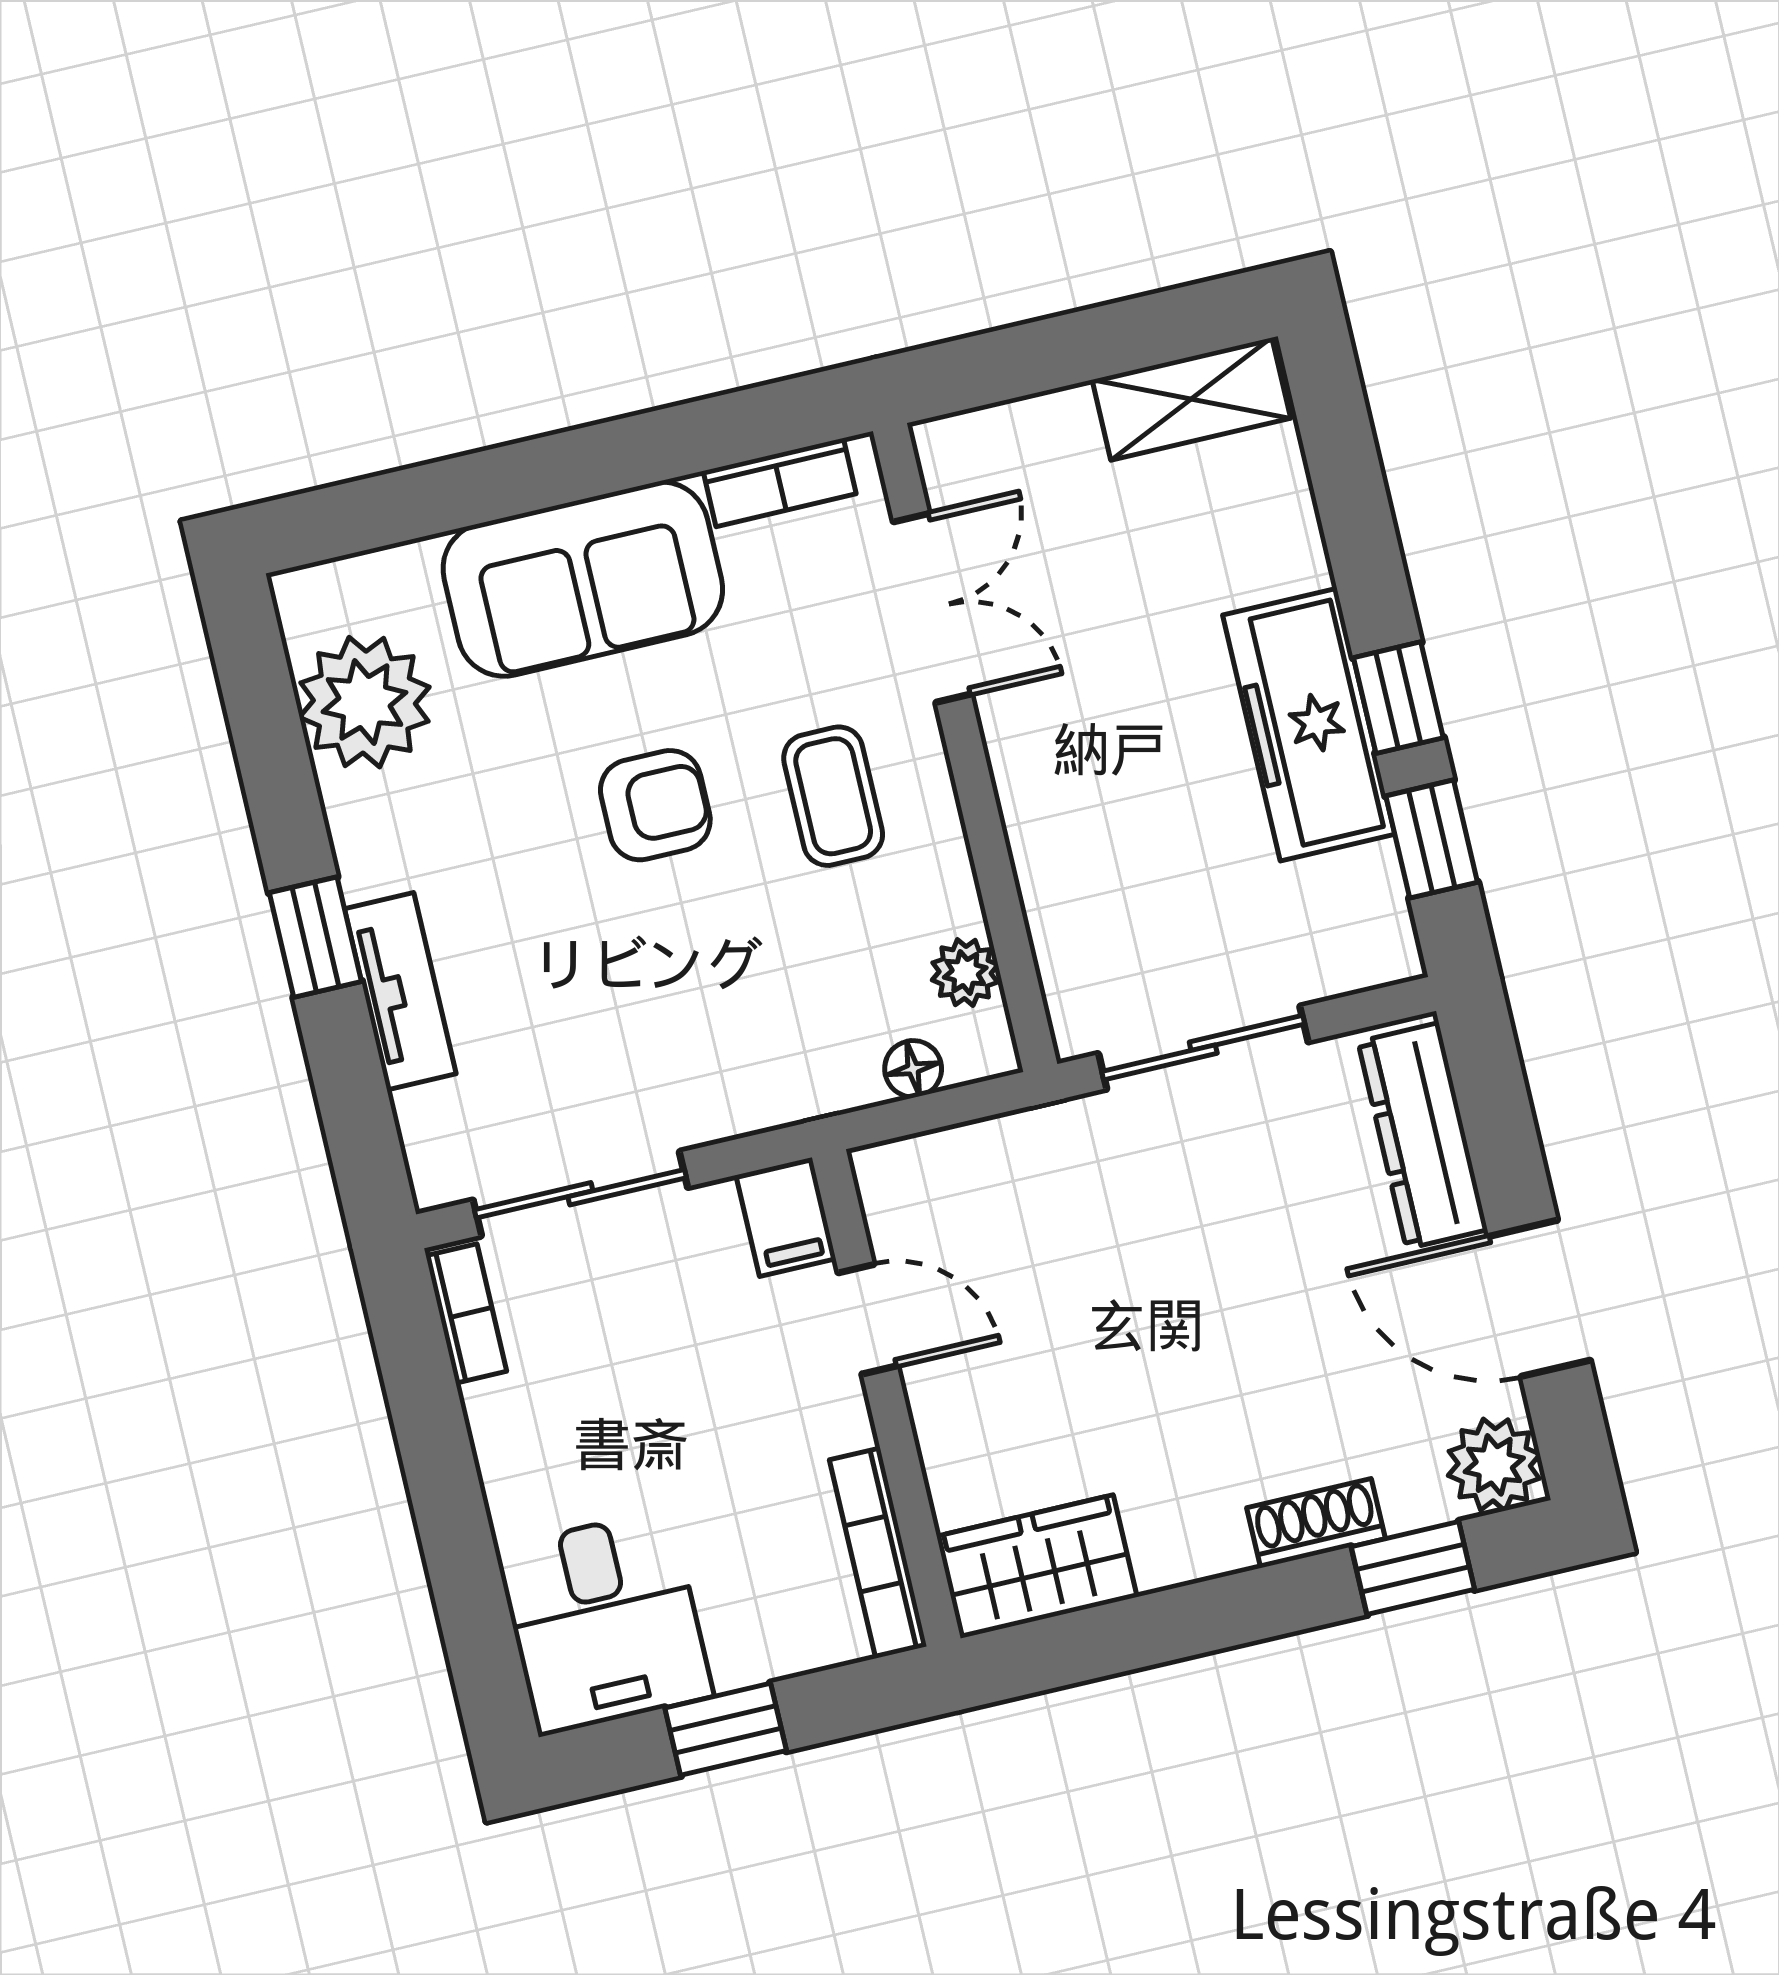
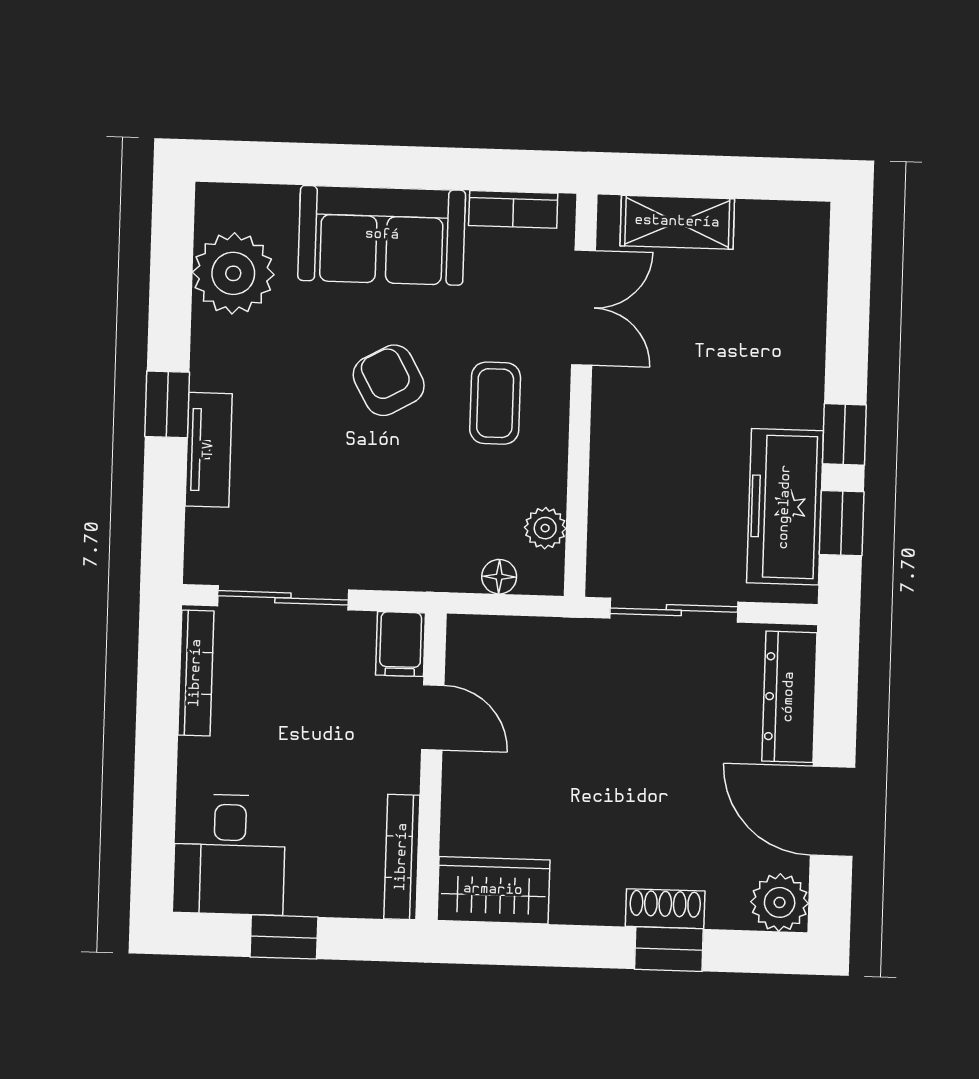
shelving: (1191, 399) -> (677, 222), moved
freezer: (1309, 725) -> (785, 507), moved
armchair: (655, 805) -> (389, 380), turned -119
bookcase: (466, 1313) -> (196, 673), width x1.56
window: (1413, 1568) -> (669, 949), moved

